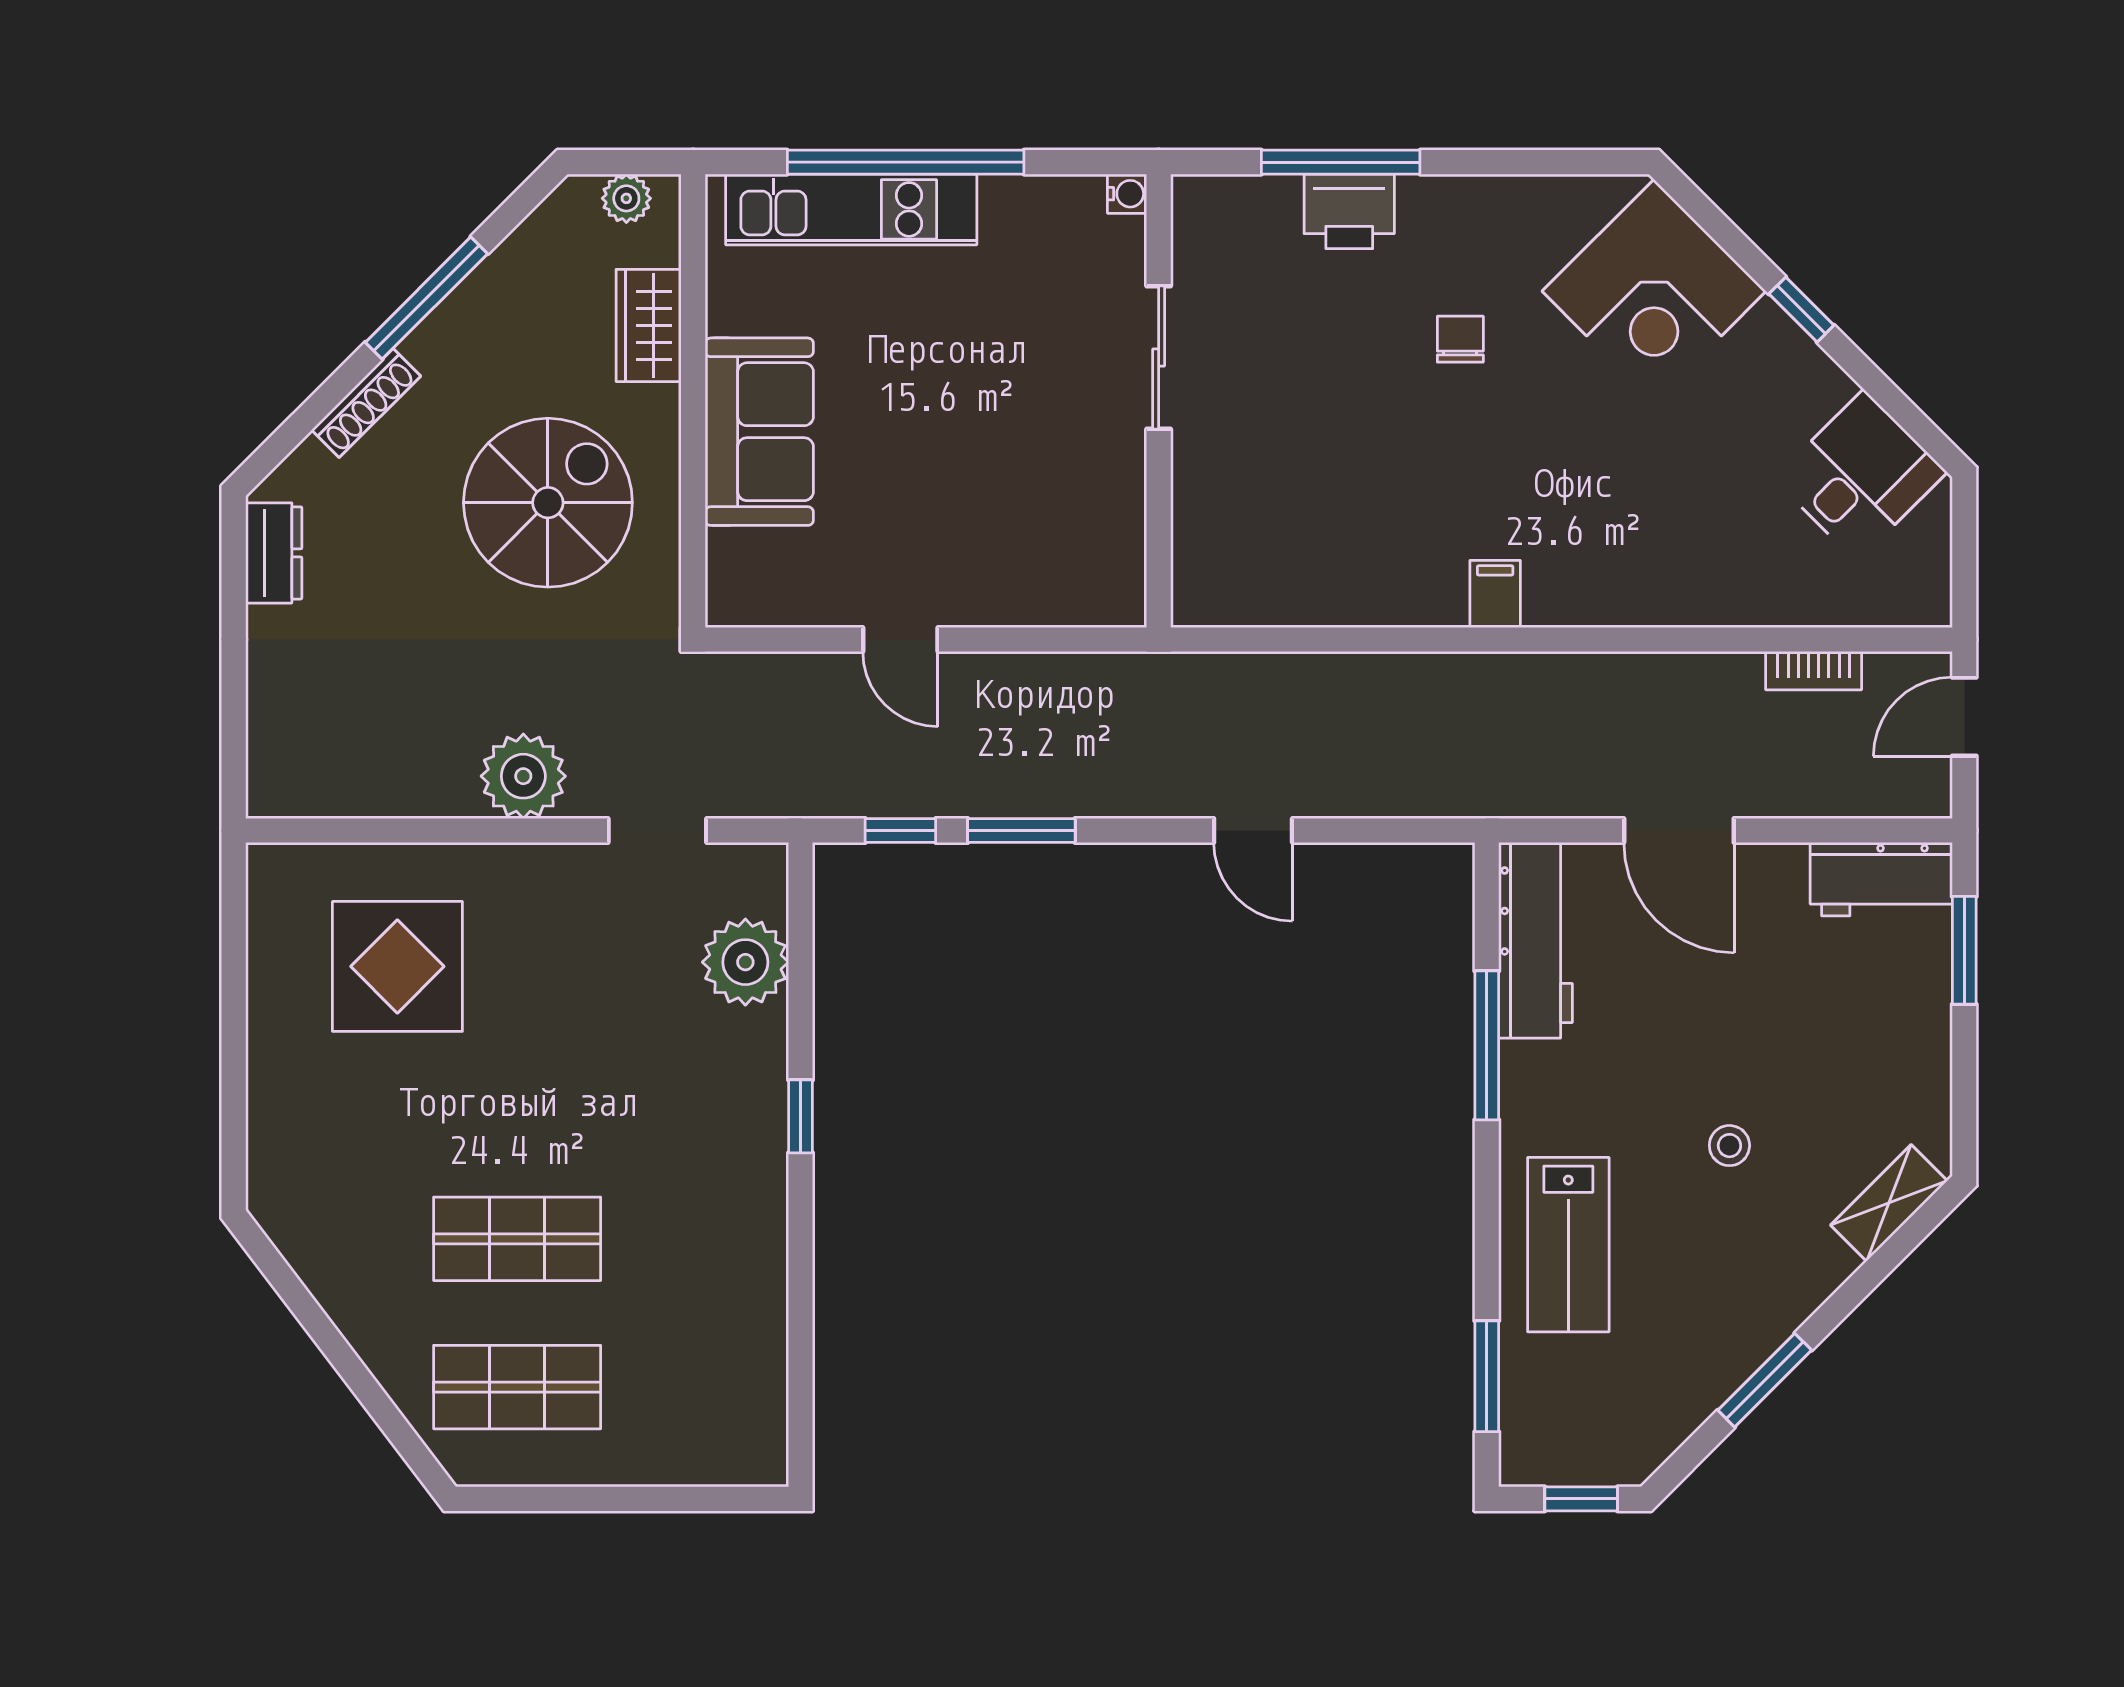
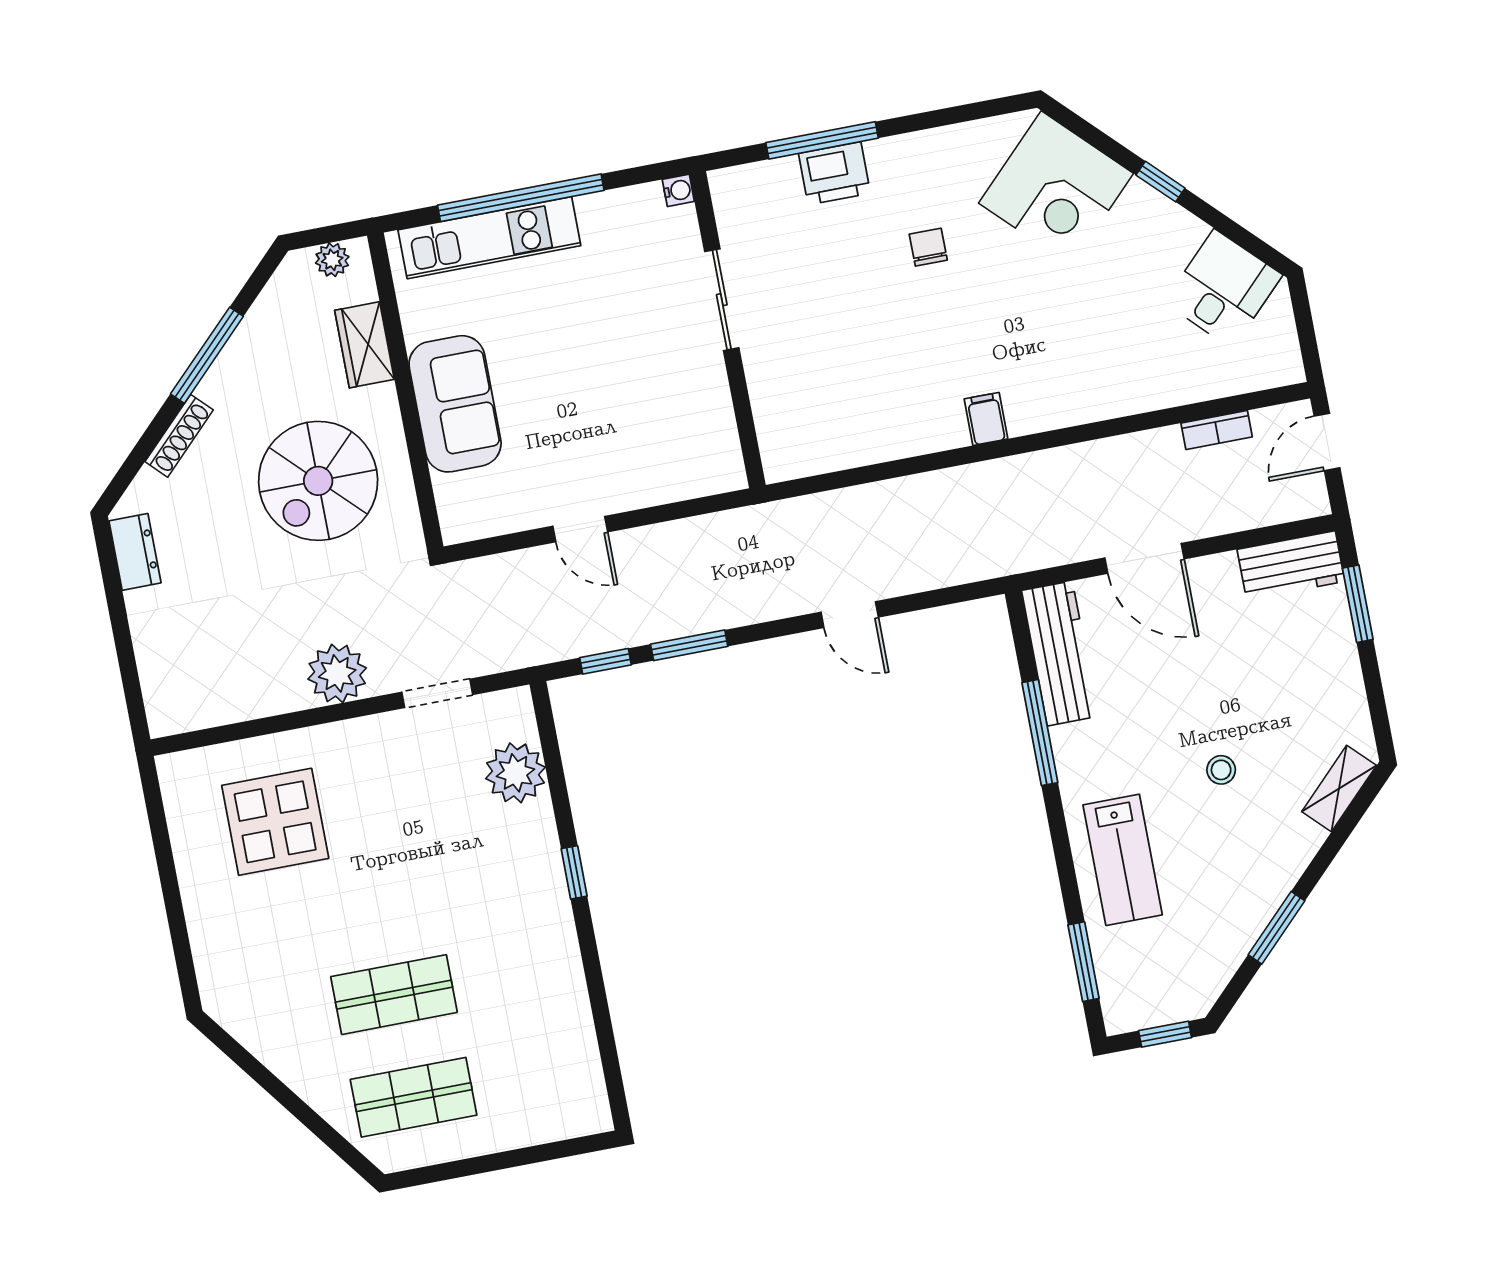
spiral stairs: (548, 503) -> (318, 481), turned 180

